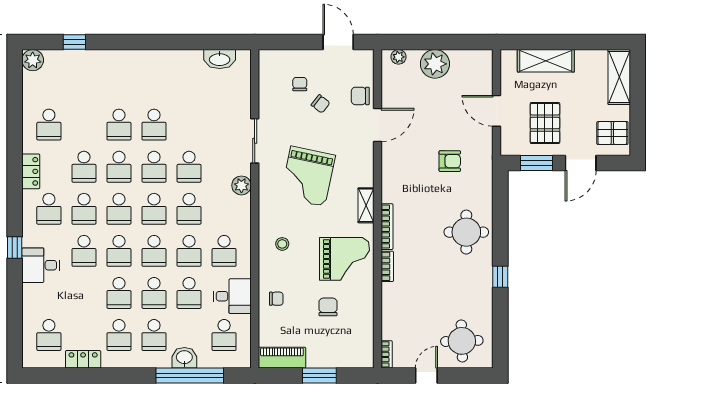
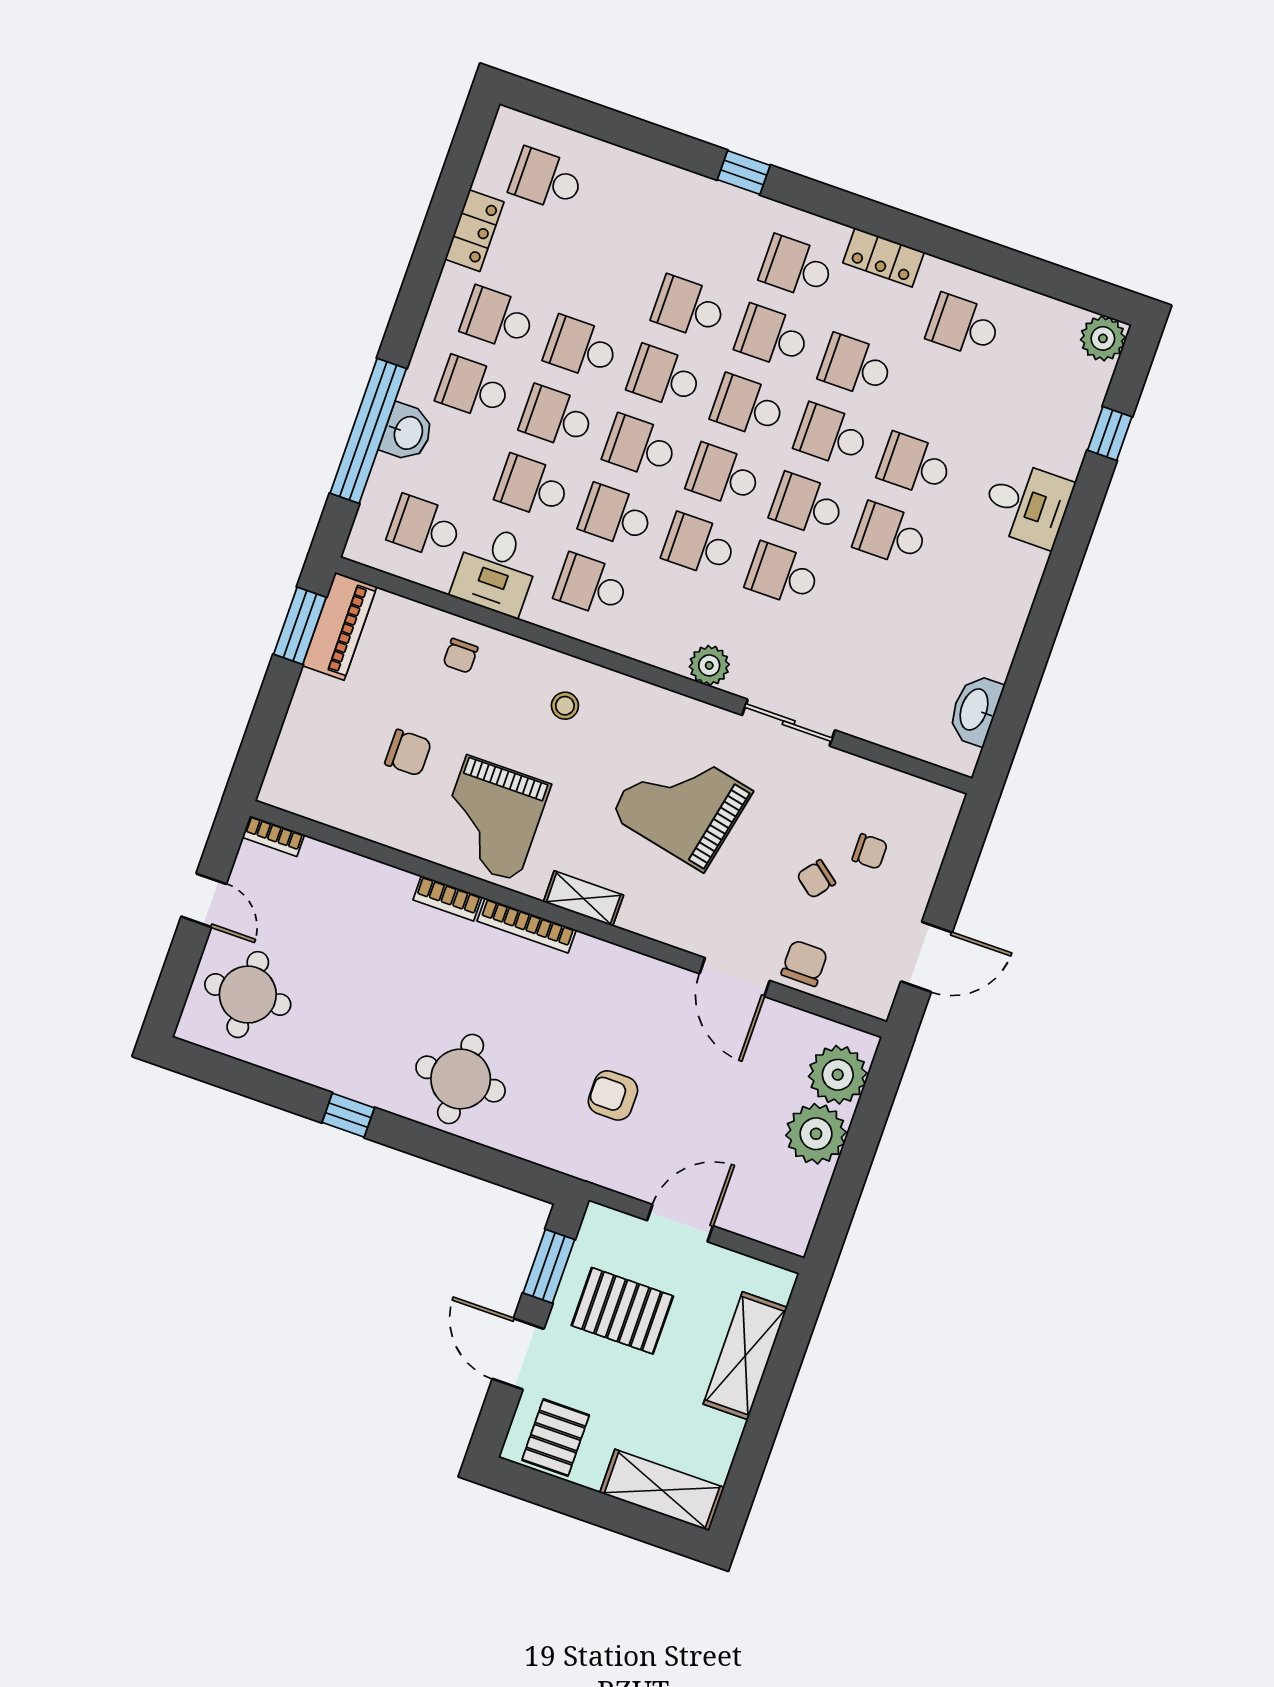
plant: (399, 57) -> (838, 1075), width x1.87, depth x1.87
armchair: (450, 161) -> (613, 1095), turned 90
desk: (41, 265) -> (1027, 504), moved, turned 90
window: (319, 376) -> (300, 626), moved

